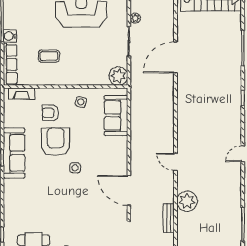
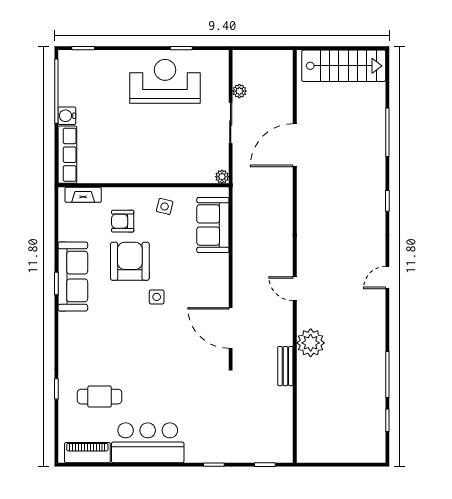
coffee table: (49, 56) -> (121, 143), removed
plant: (118, 76) -> (222, 177), width x0.53, depth x0.53

